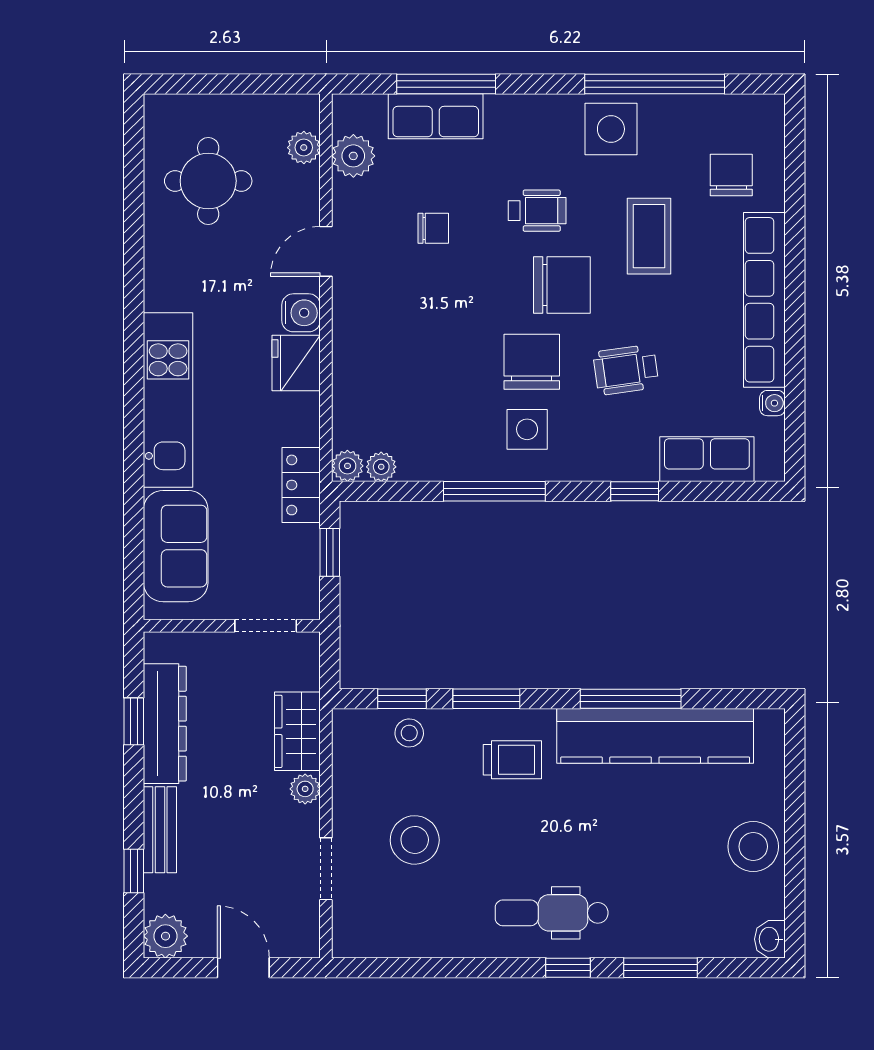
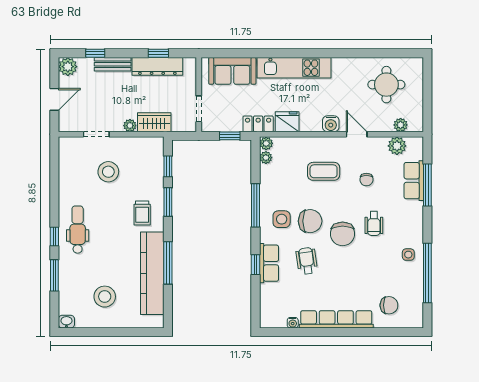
side table: (611, 129) -> (408, 255), width x0.54, depth x0.54
coffee table: (649, 236) -> (324, 171), moved
fridge: (296, 363) -> (287, 122), moved
row of seats: (707, 459) -> (269, 263), moved
stool: (409, 733) -> (153, 169), removed
stool: (753, 847) -> (105, 297), moved

